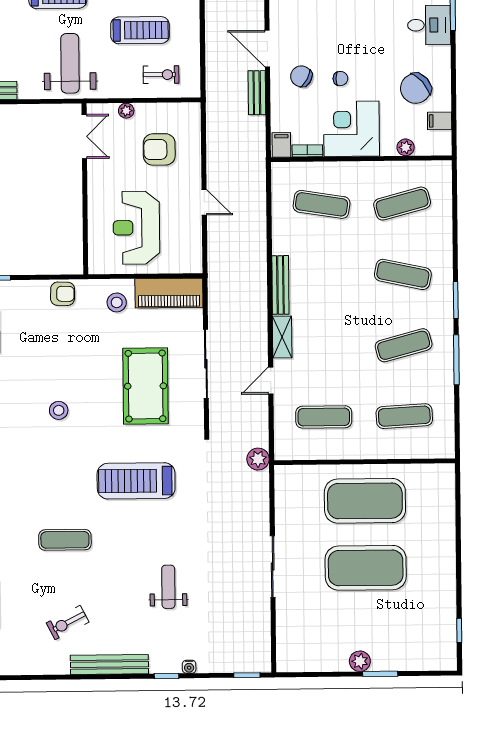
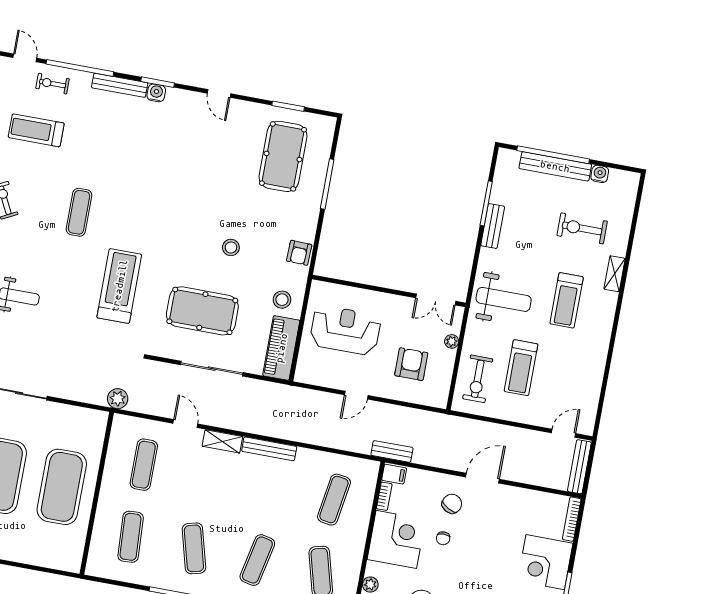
exercise bike: (161, 75) -> (478, 379), width x1.38, depth x1.39
bench: (257, 93) -> (392, 451), moved
stool: (59, 410) -> (231, 247), moved

